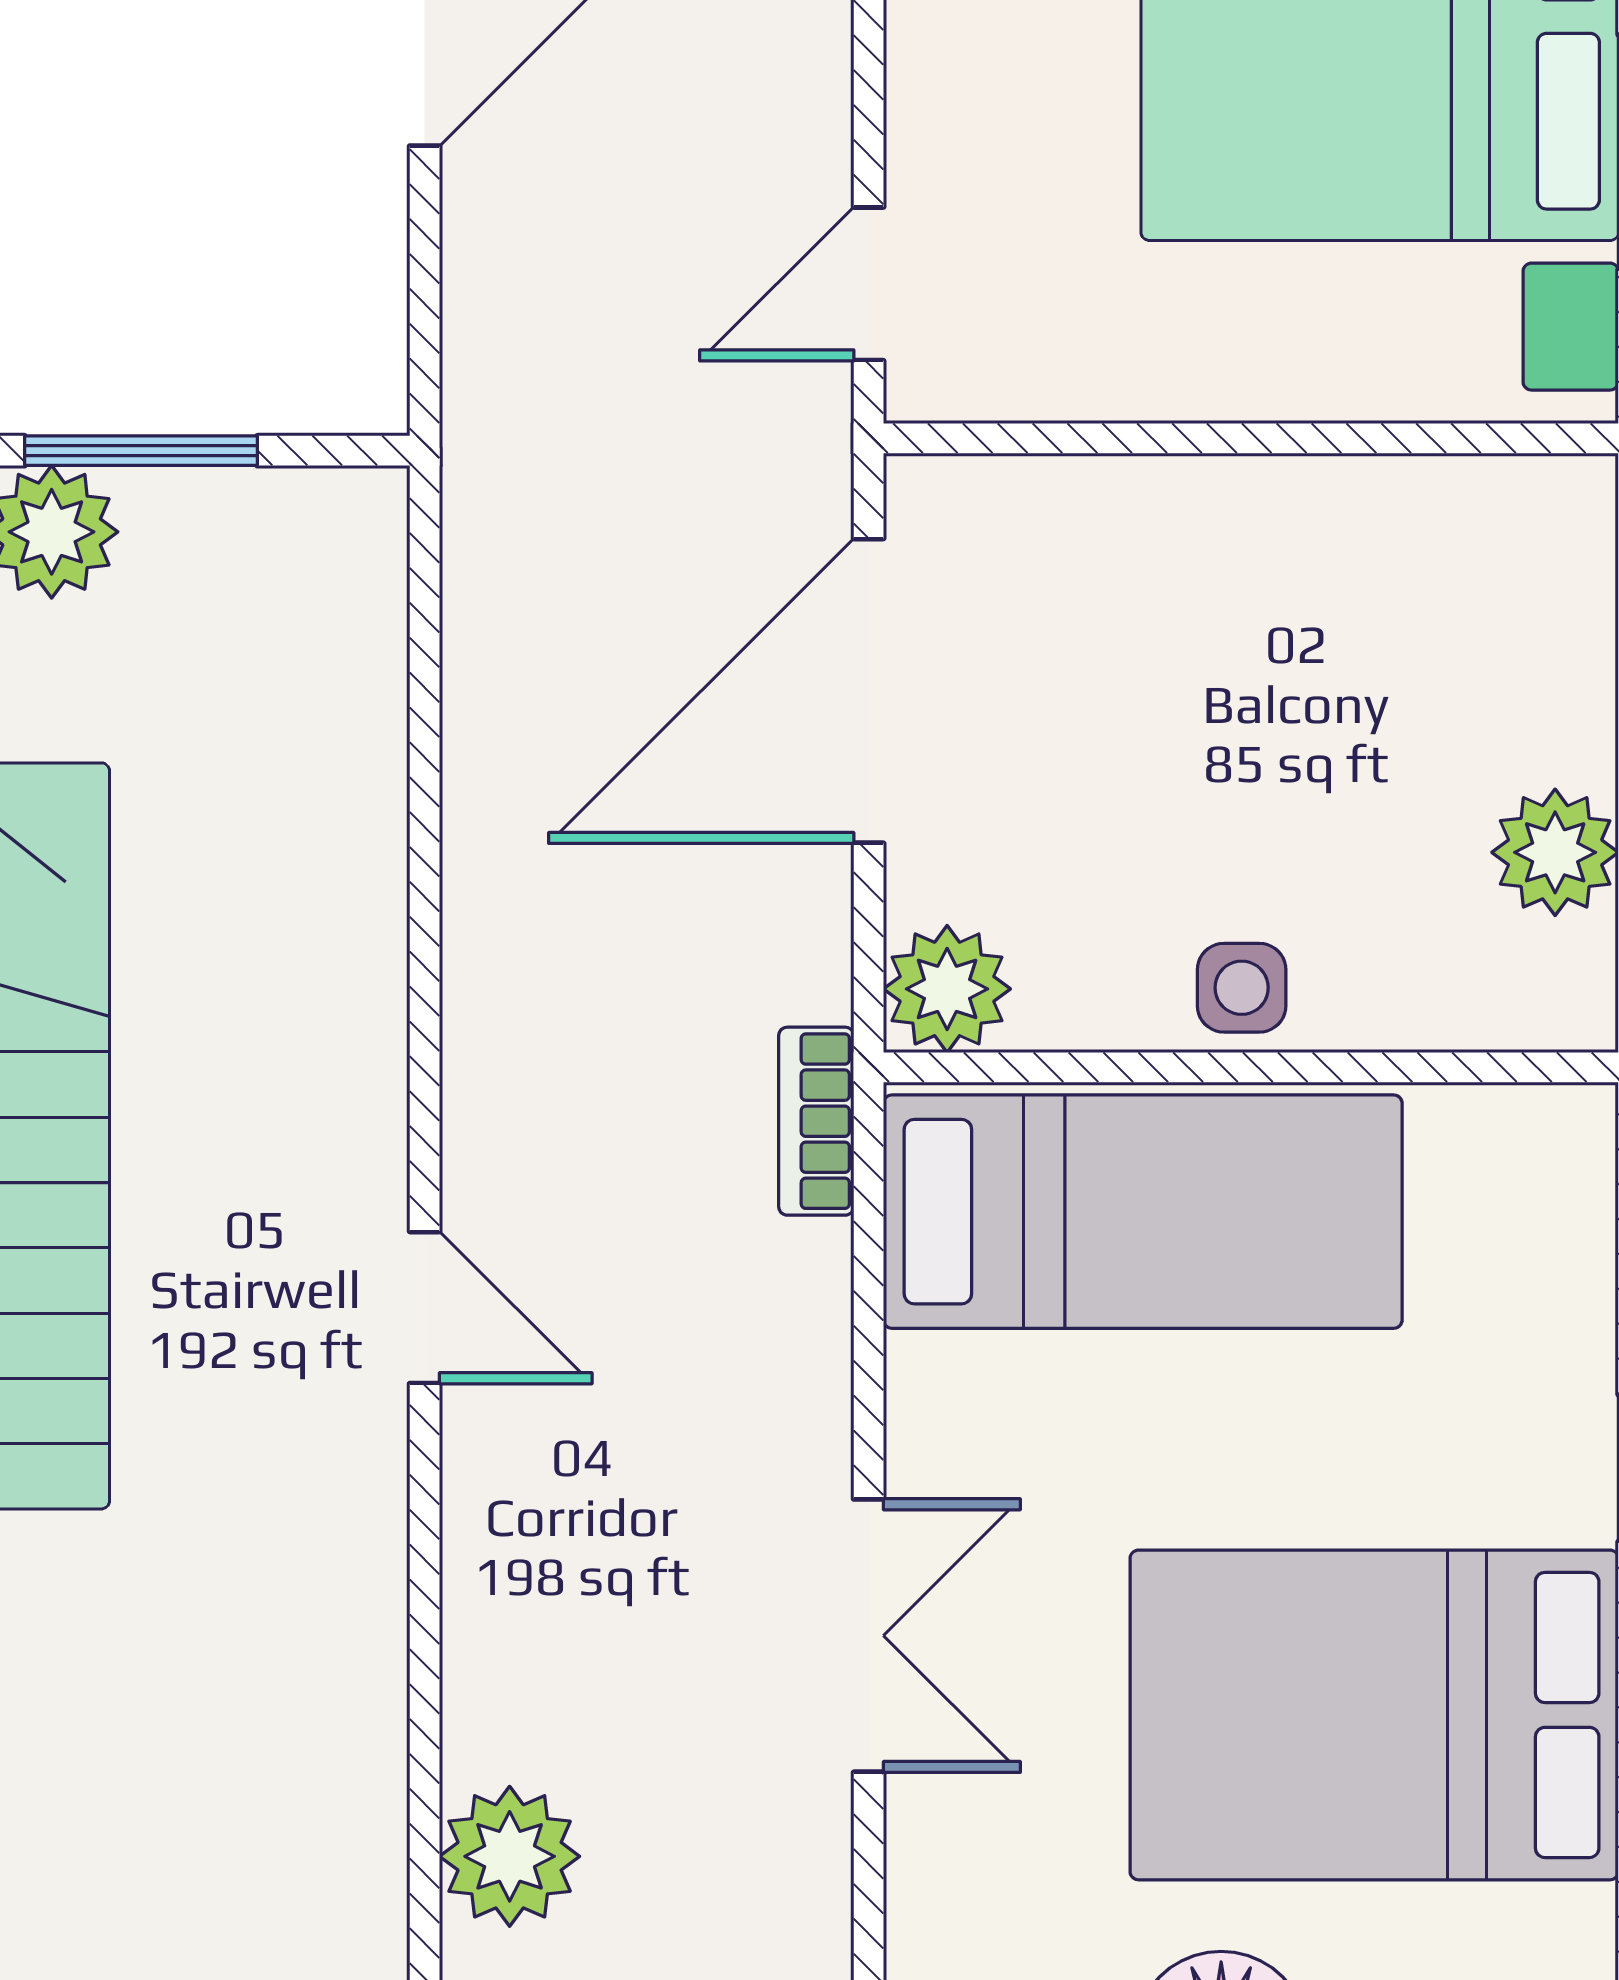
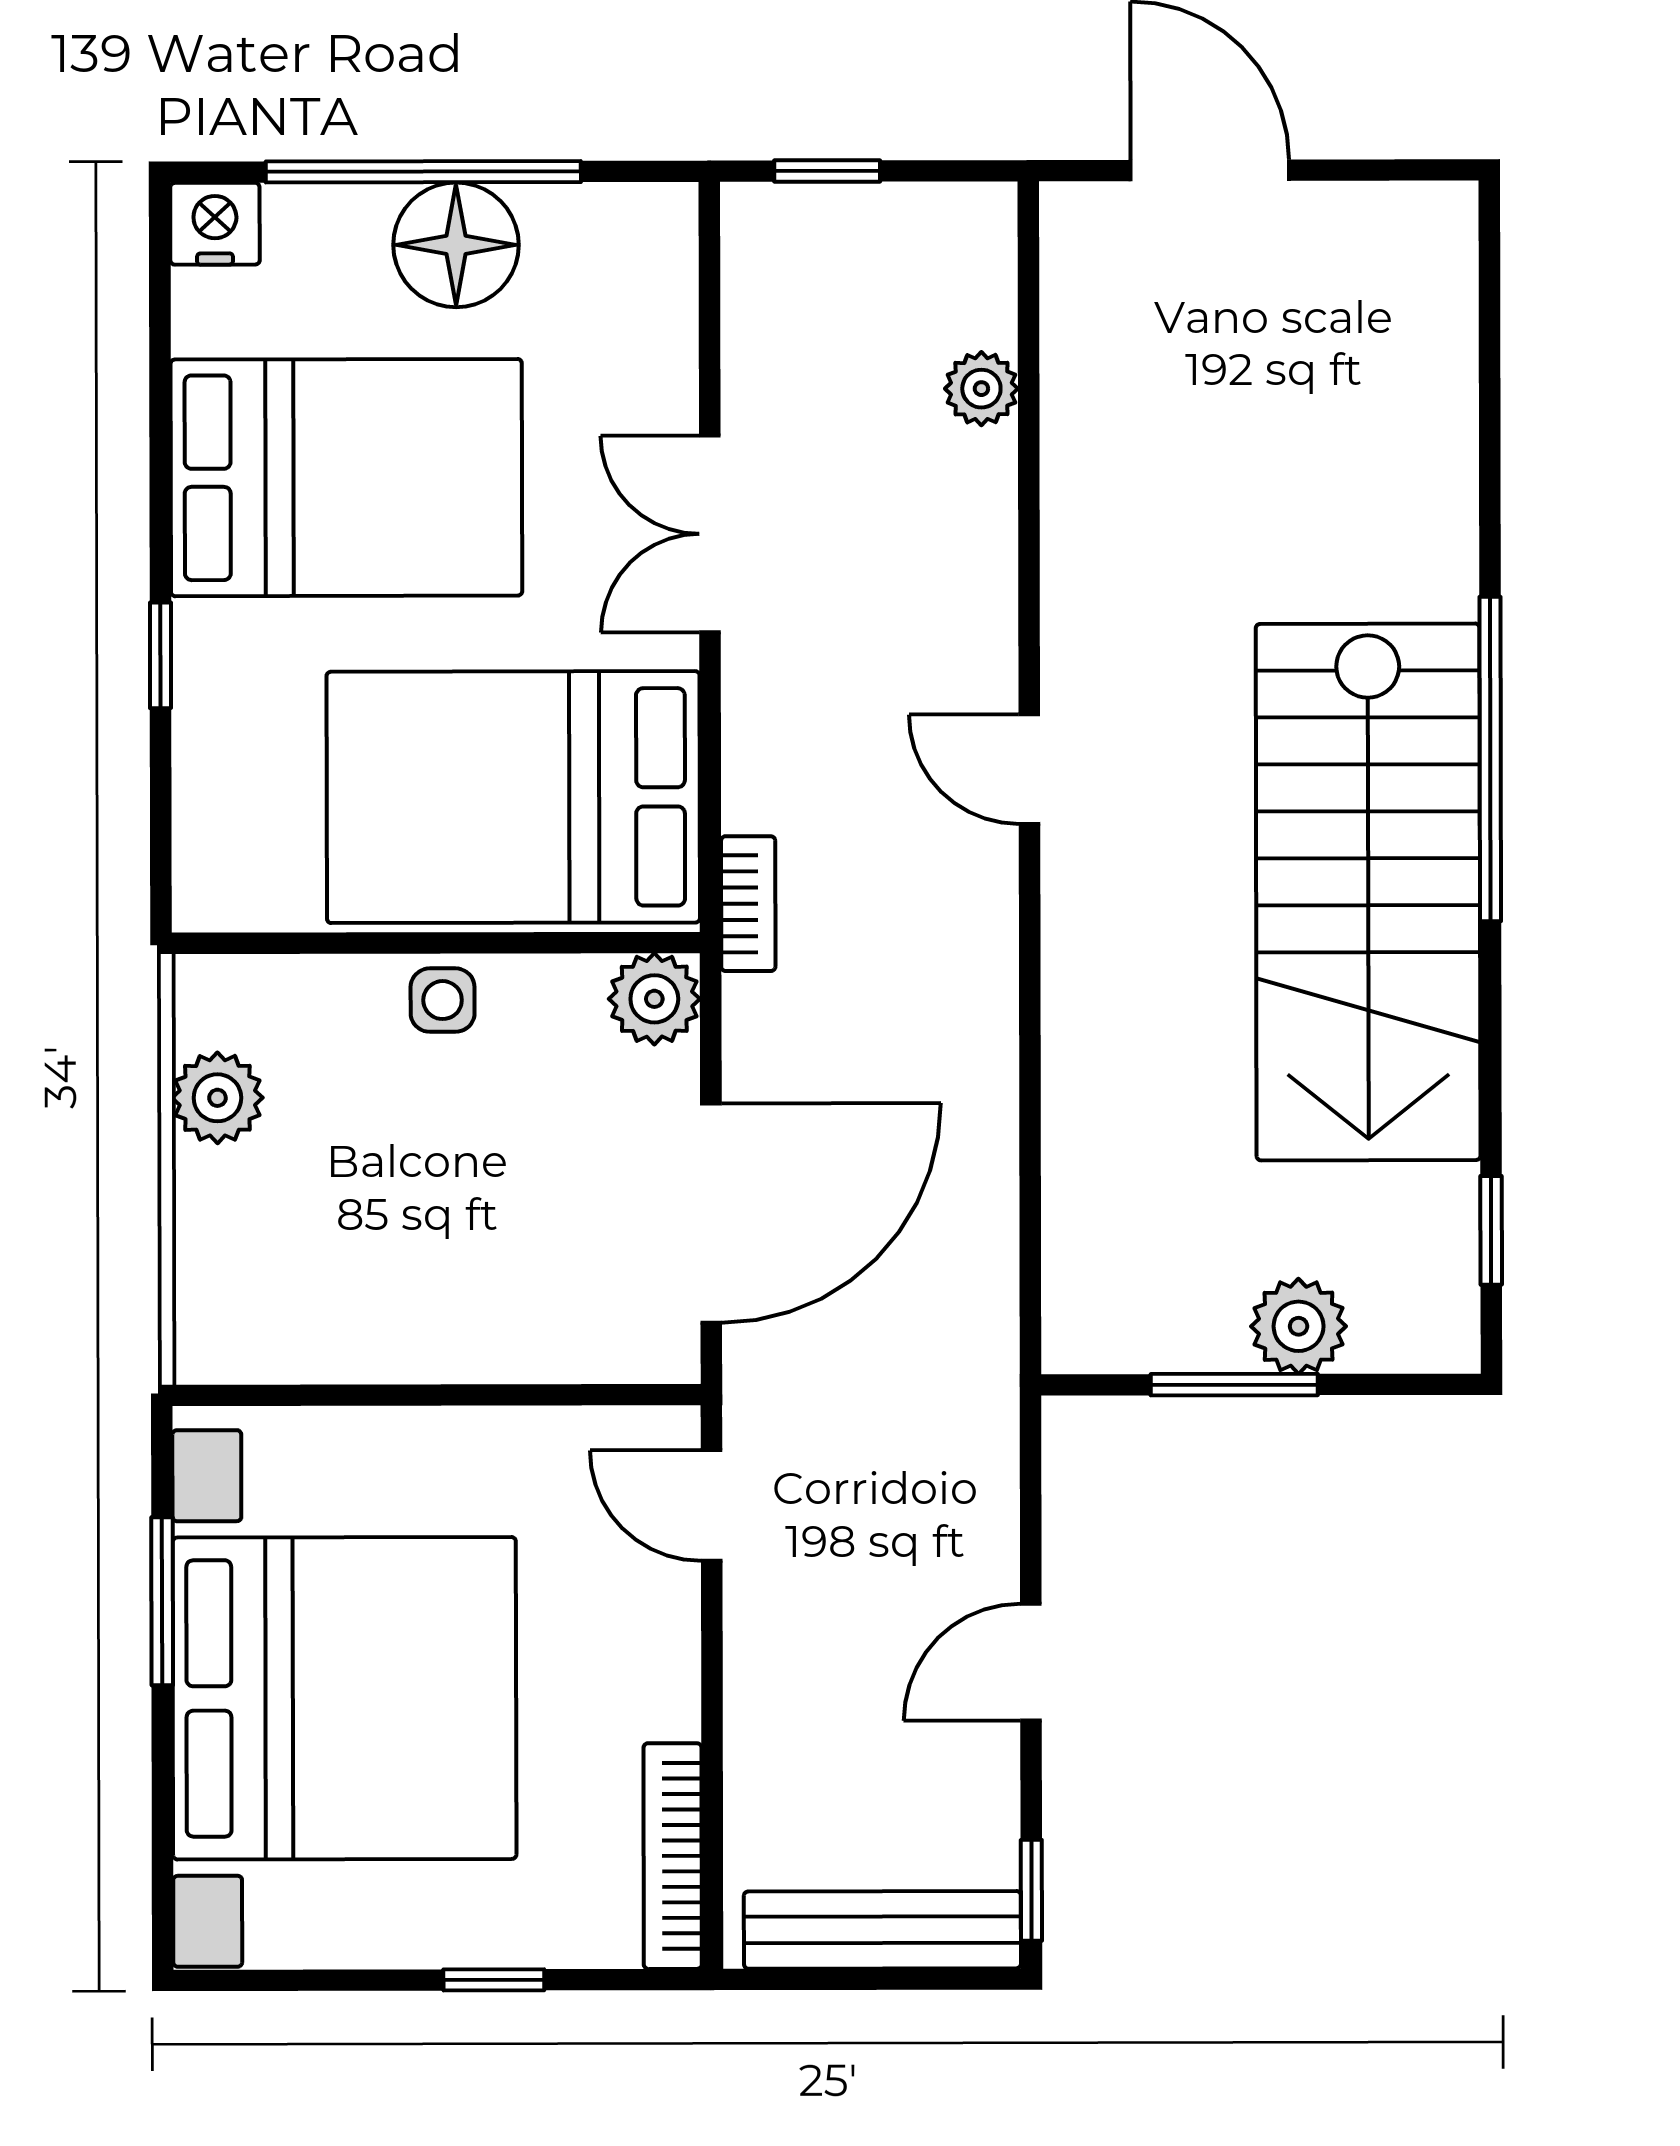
door: (869, 284) -> (712, 1506), swing flipped
bed: (1143, 1212) -> (513, 797), width x1.50
plant: (510, 1856) -> (981, 389), width x0.73, depth x0.73

